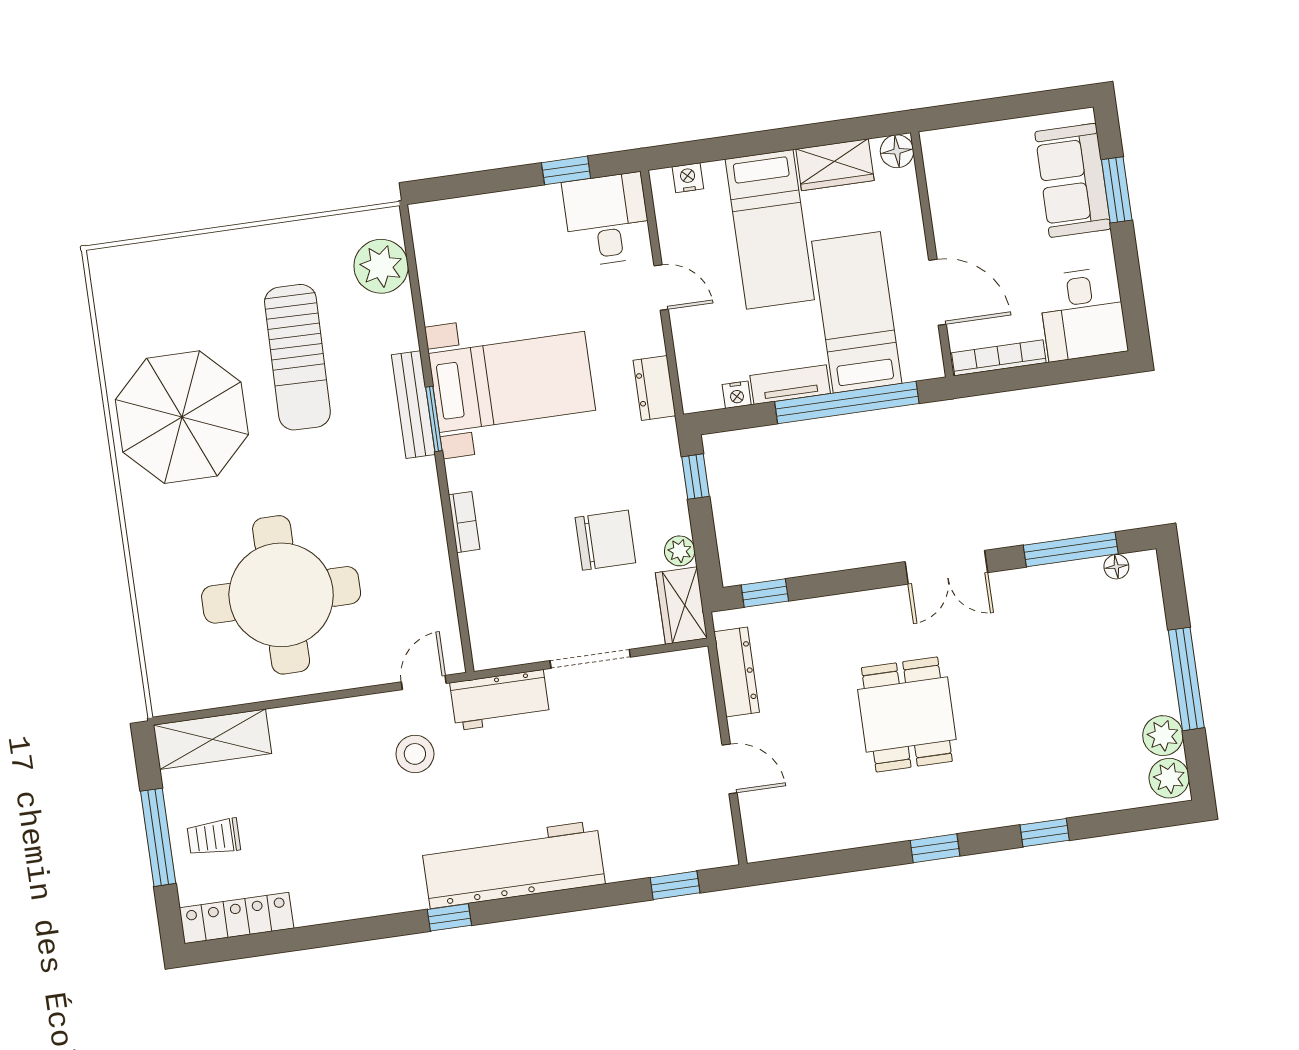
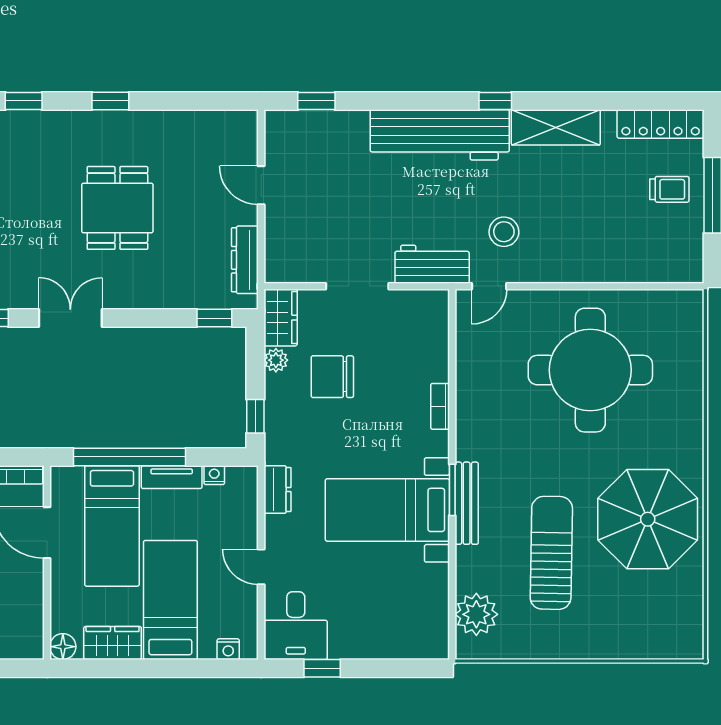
shelving: (212, 739) -> (556, 127), moved

